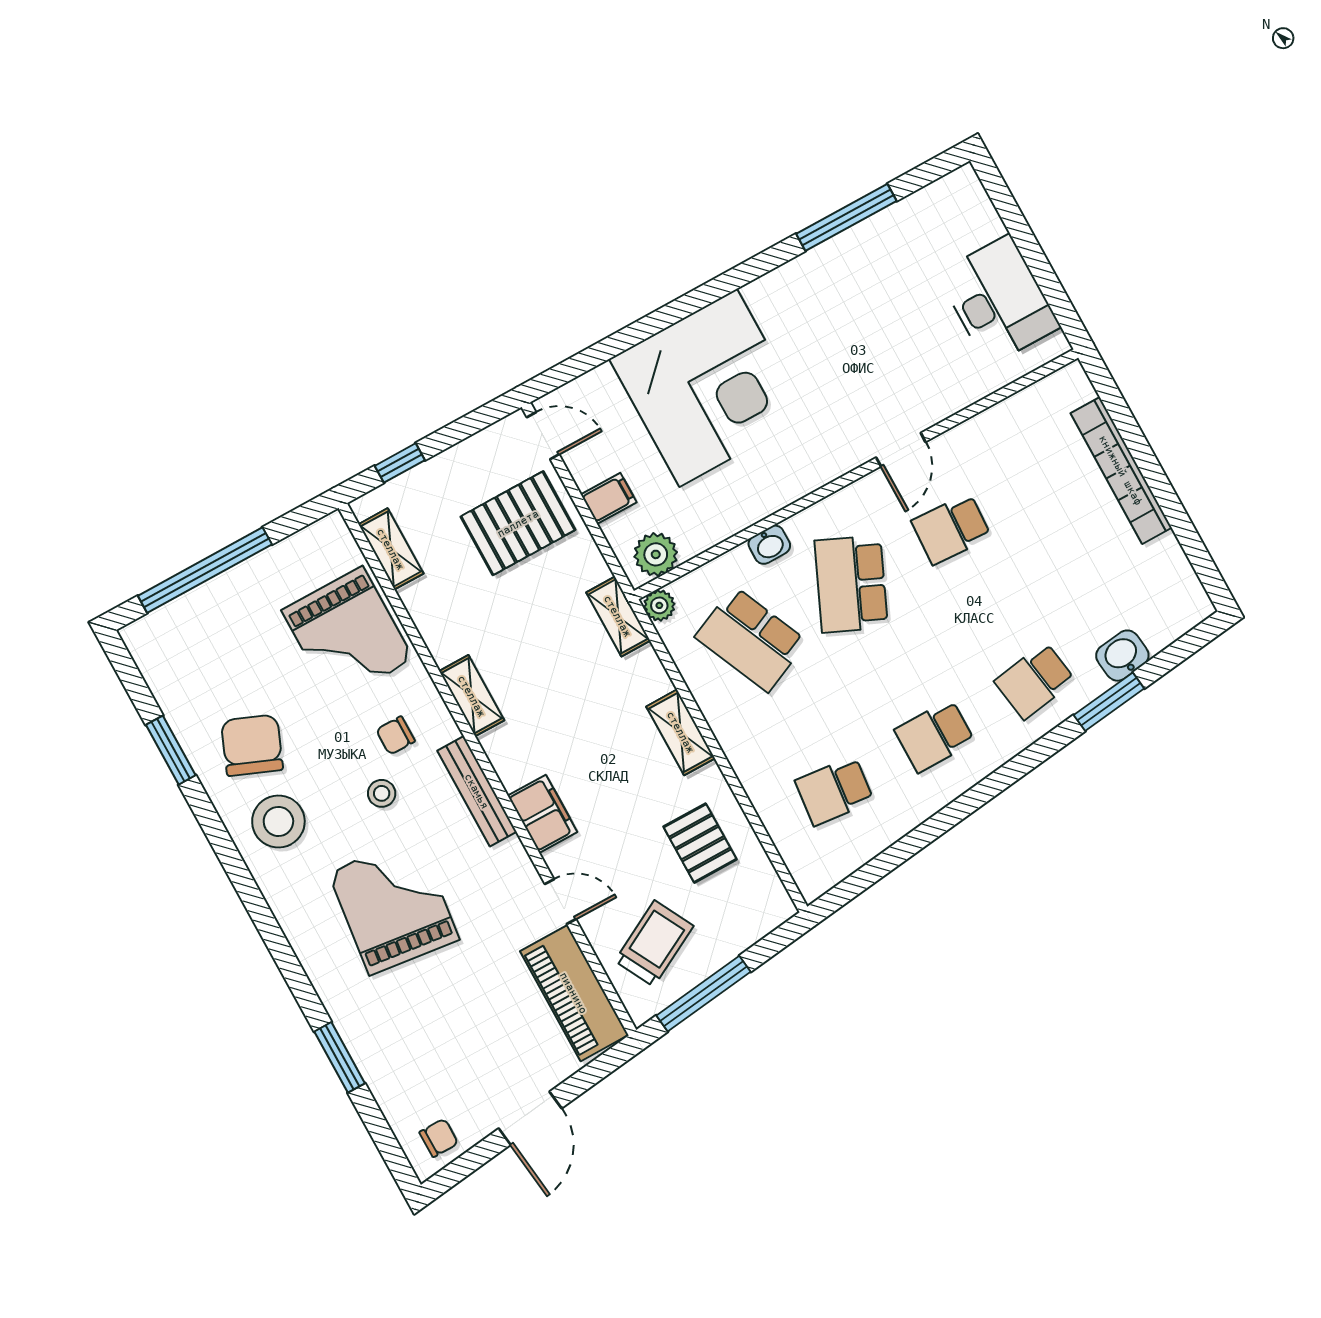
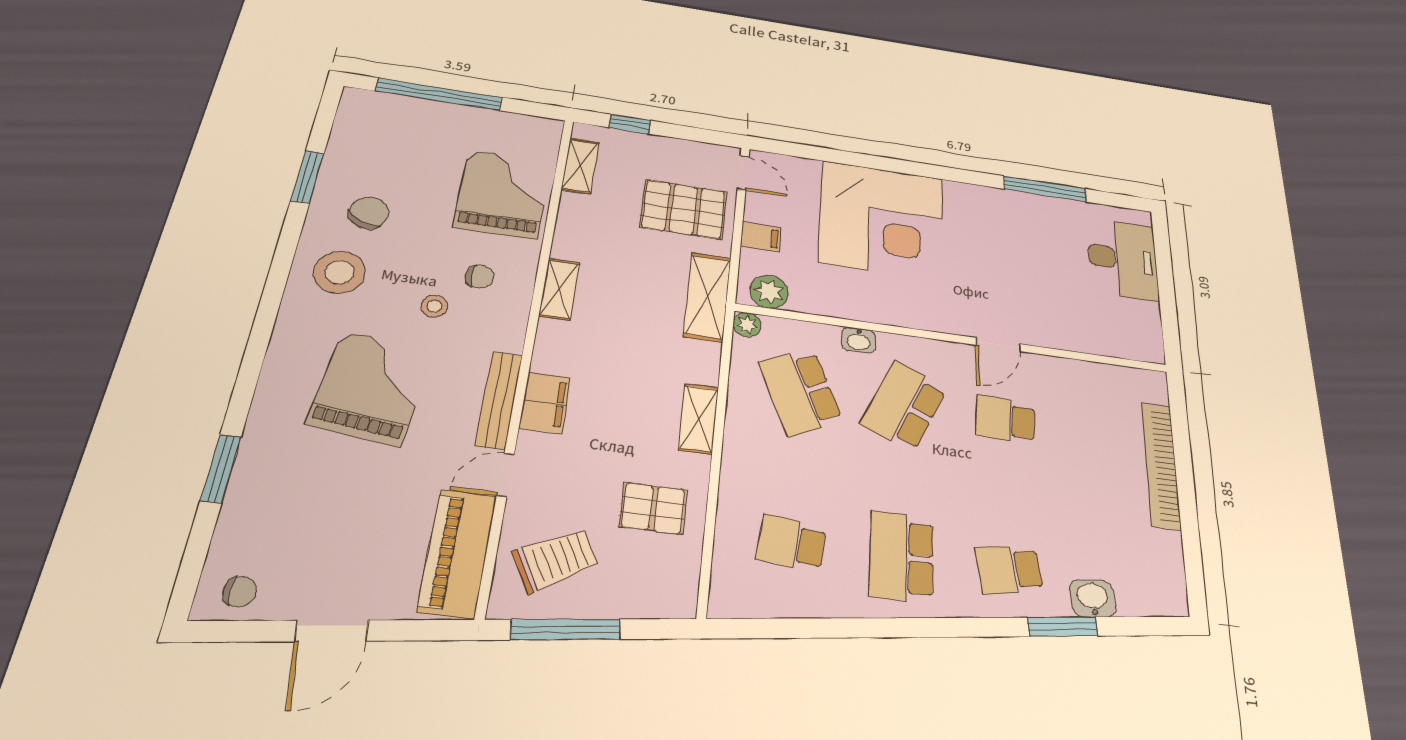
desk: (999, 300) -> (1123, 259), moved
shelving: (618, 616) -> (707, 297), width x1.50, depth x1.33
grand piano: (348, 635) -> (503, 194), turned 180
chair: (396, 736) -> (480, 277), turned 180
school desk: (935, 736) -> (901, 556), width x1.85
chair: (252, 745) -> (369, 213), width x0.73, depth x0.73
bench: (477, 791) -> (499, 400), moved
pallet: (700, 843) -> (653, 508), turned 90
door: (560, 902) -> (505, 475), swing flipped

